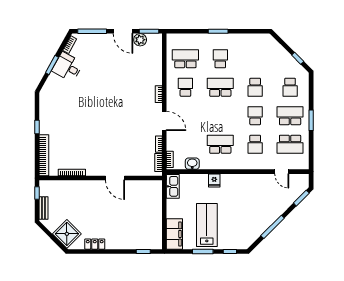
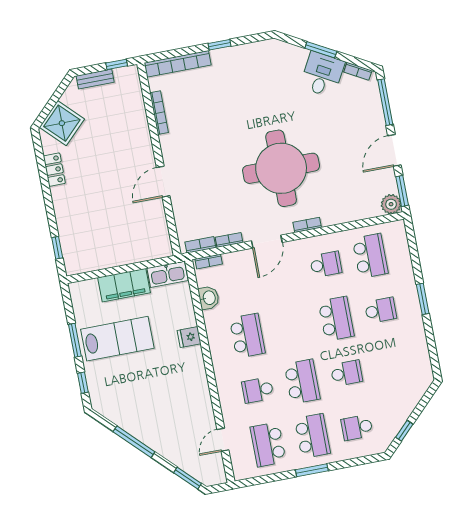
plant: (140, 40) -> (391, 204), moved
school desk: (255, 87) -> (347, 373), turned 180
round table: (121, 104) -> (281, 168), added
school desk: (255, 116) -> (302, 382), width x1.85
filing cabinet: (174, 234) -> (124, 285), moved

